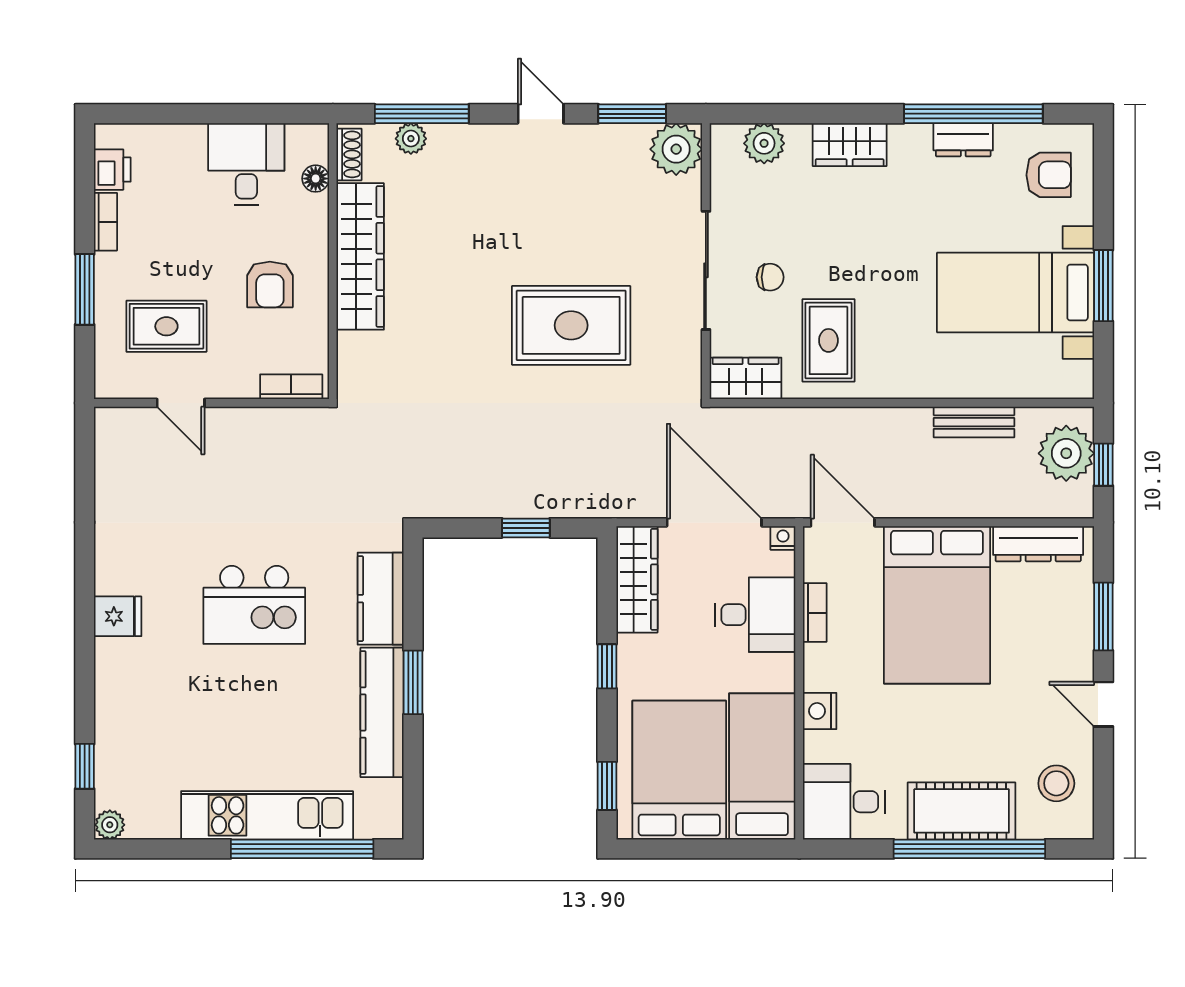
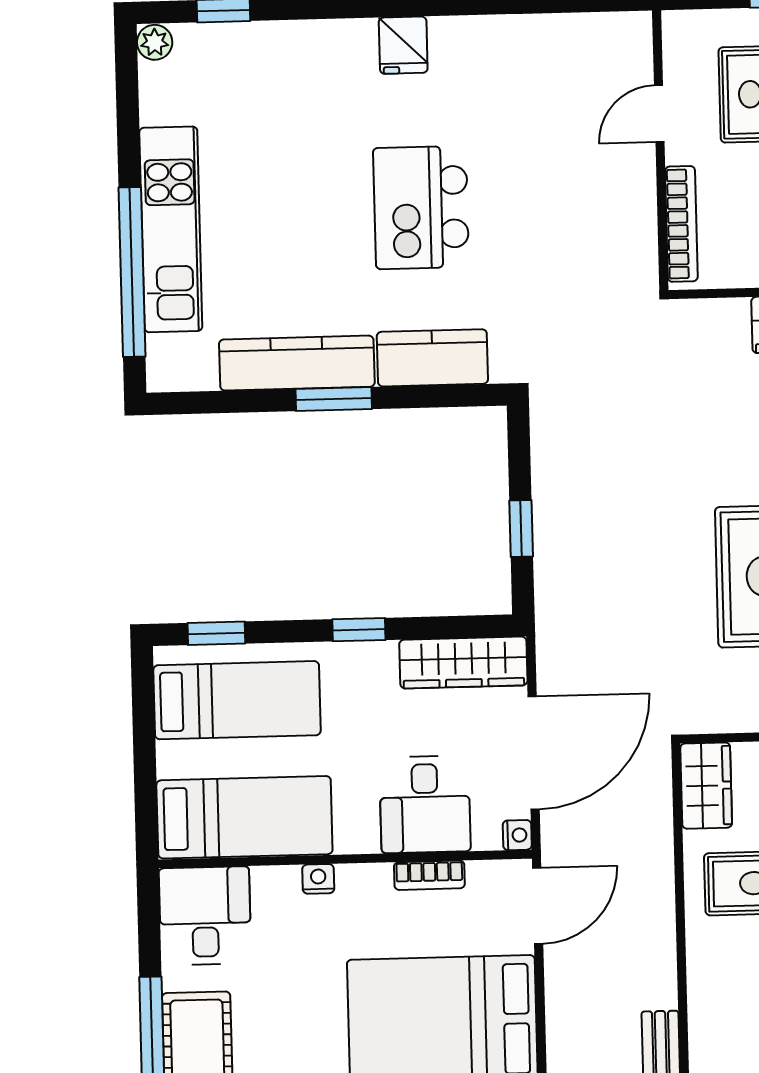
bookcase: (291, 387) -> (681, 224), width x1.56
nightstand: (820, 711) -> (318, 879), width x0.72, depth x0.74
bed: (679, 770) -> (237, 700), width x0.67

